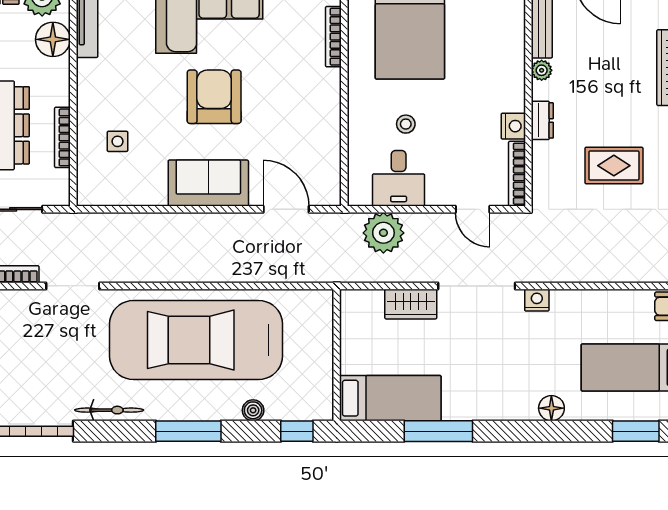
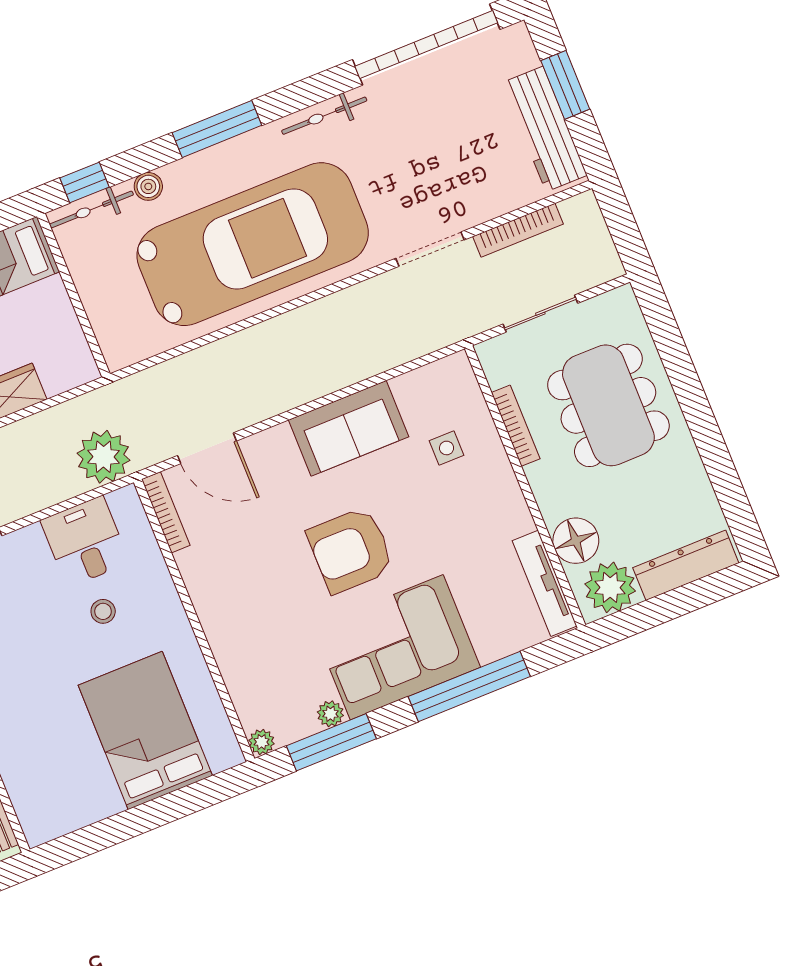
bookcase: (333, 37) -> (166, 512), moved
armchair: (214, 97) -> (351, 550), turned 90
sofa: (208, 183) -> (349, 428), moved
plant: (383, 233) -> (103, 457), moved
bicycle: (300, 410) -> (91, 210), added

